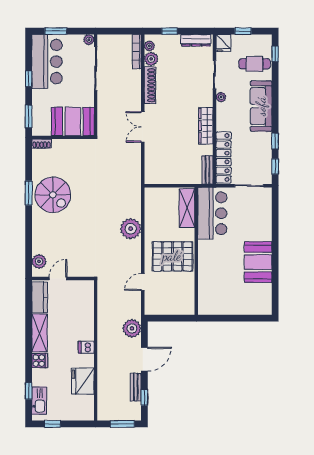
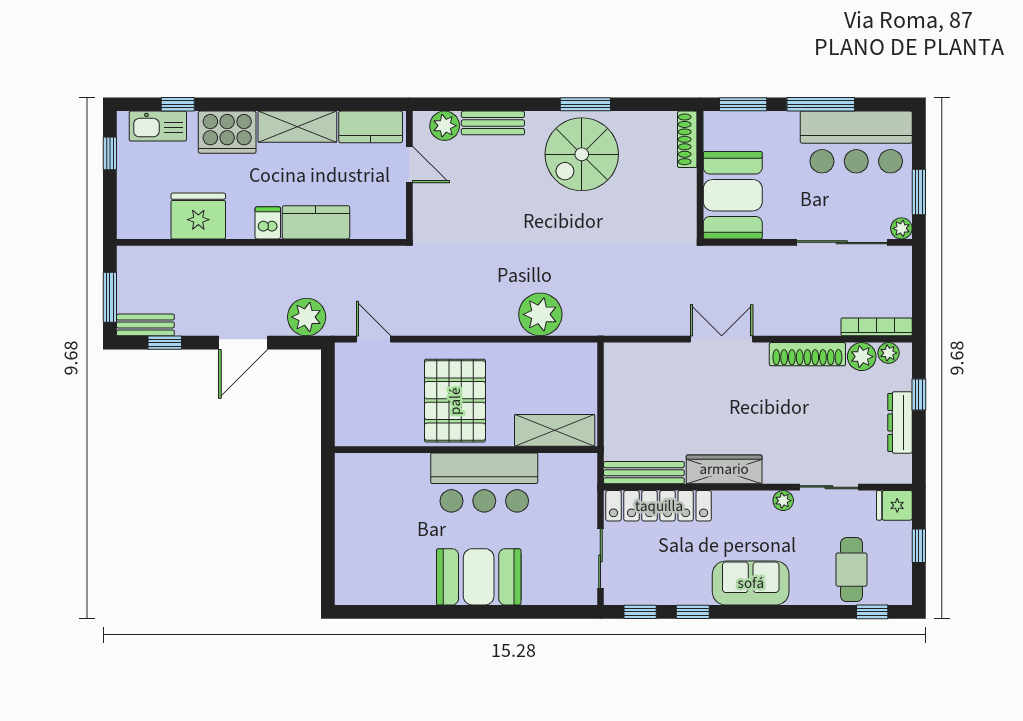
window: (56, 31) -> (919, 192), moved
dresser: (196, 40) -> (900, 422), moved
window: (29, 79) -> (821, 104), width x2.17
sofa: (261, 106) -> (751, 583), width x0.73
shoe rack: (42, 144) -> (687, 139), width x1.43
bench: (208, 170) -> (644, 473), width x1.36
bar counter: (212, 213) -> (484, 482), moved
plant: (131, 229) -> (540, 314), moved
bench: (38, 238) -> (493, 123), added
booth: (258, 262) -> (479, 577), moved
door: (143, 282) -> (374, 339), moved
kitchen counter: (86, 324) -> (316, 222), added
door: (144, 359) -> (243, 343), hinge flipped
cooker: (40, 361) -> (227, 132), width x1.87, depth x1.31
bench: (136, 387) -> (145, 325), moved

